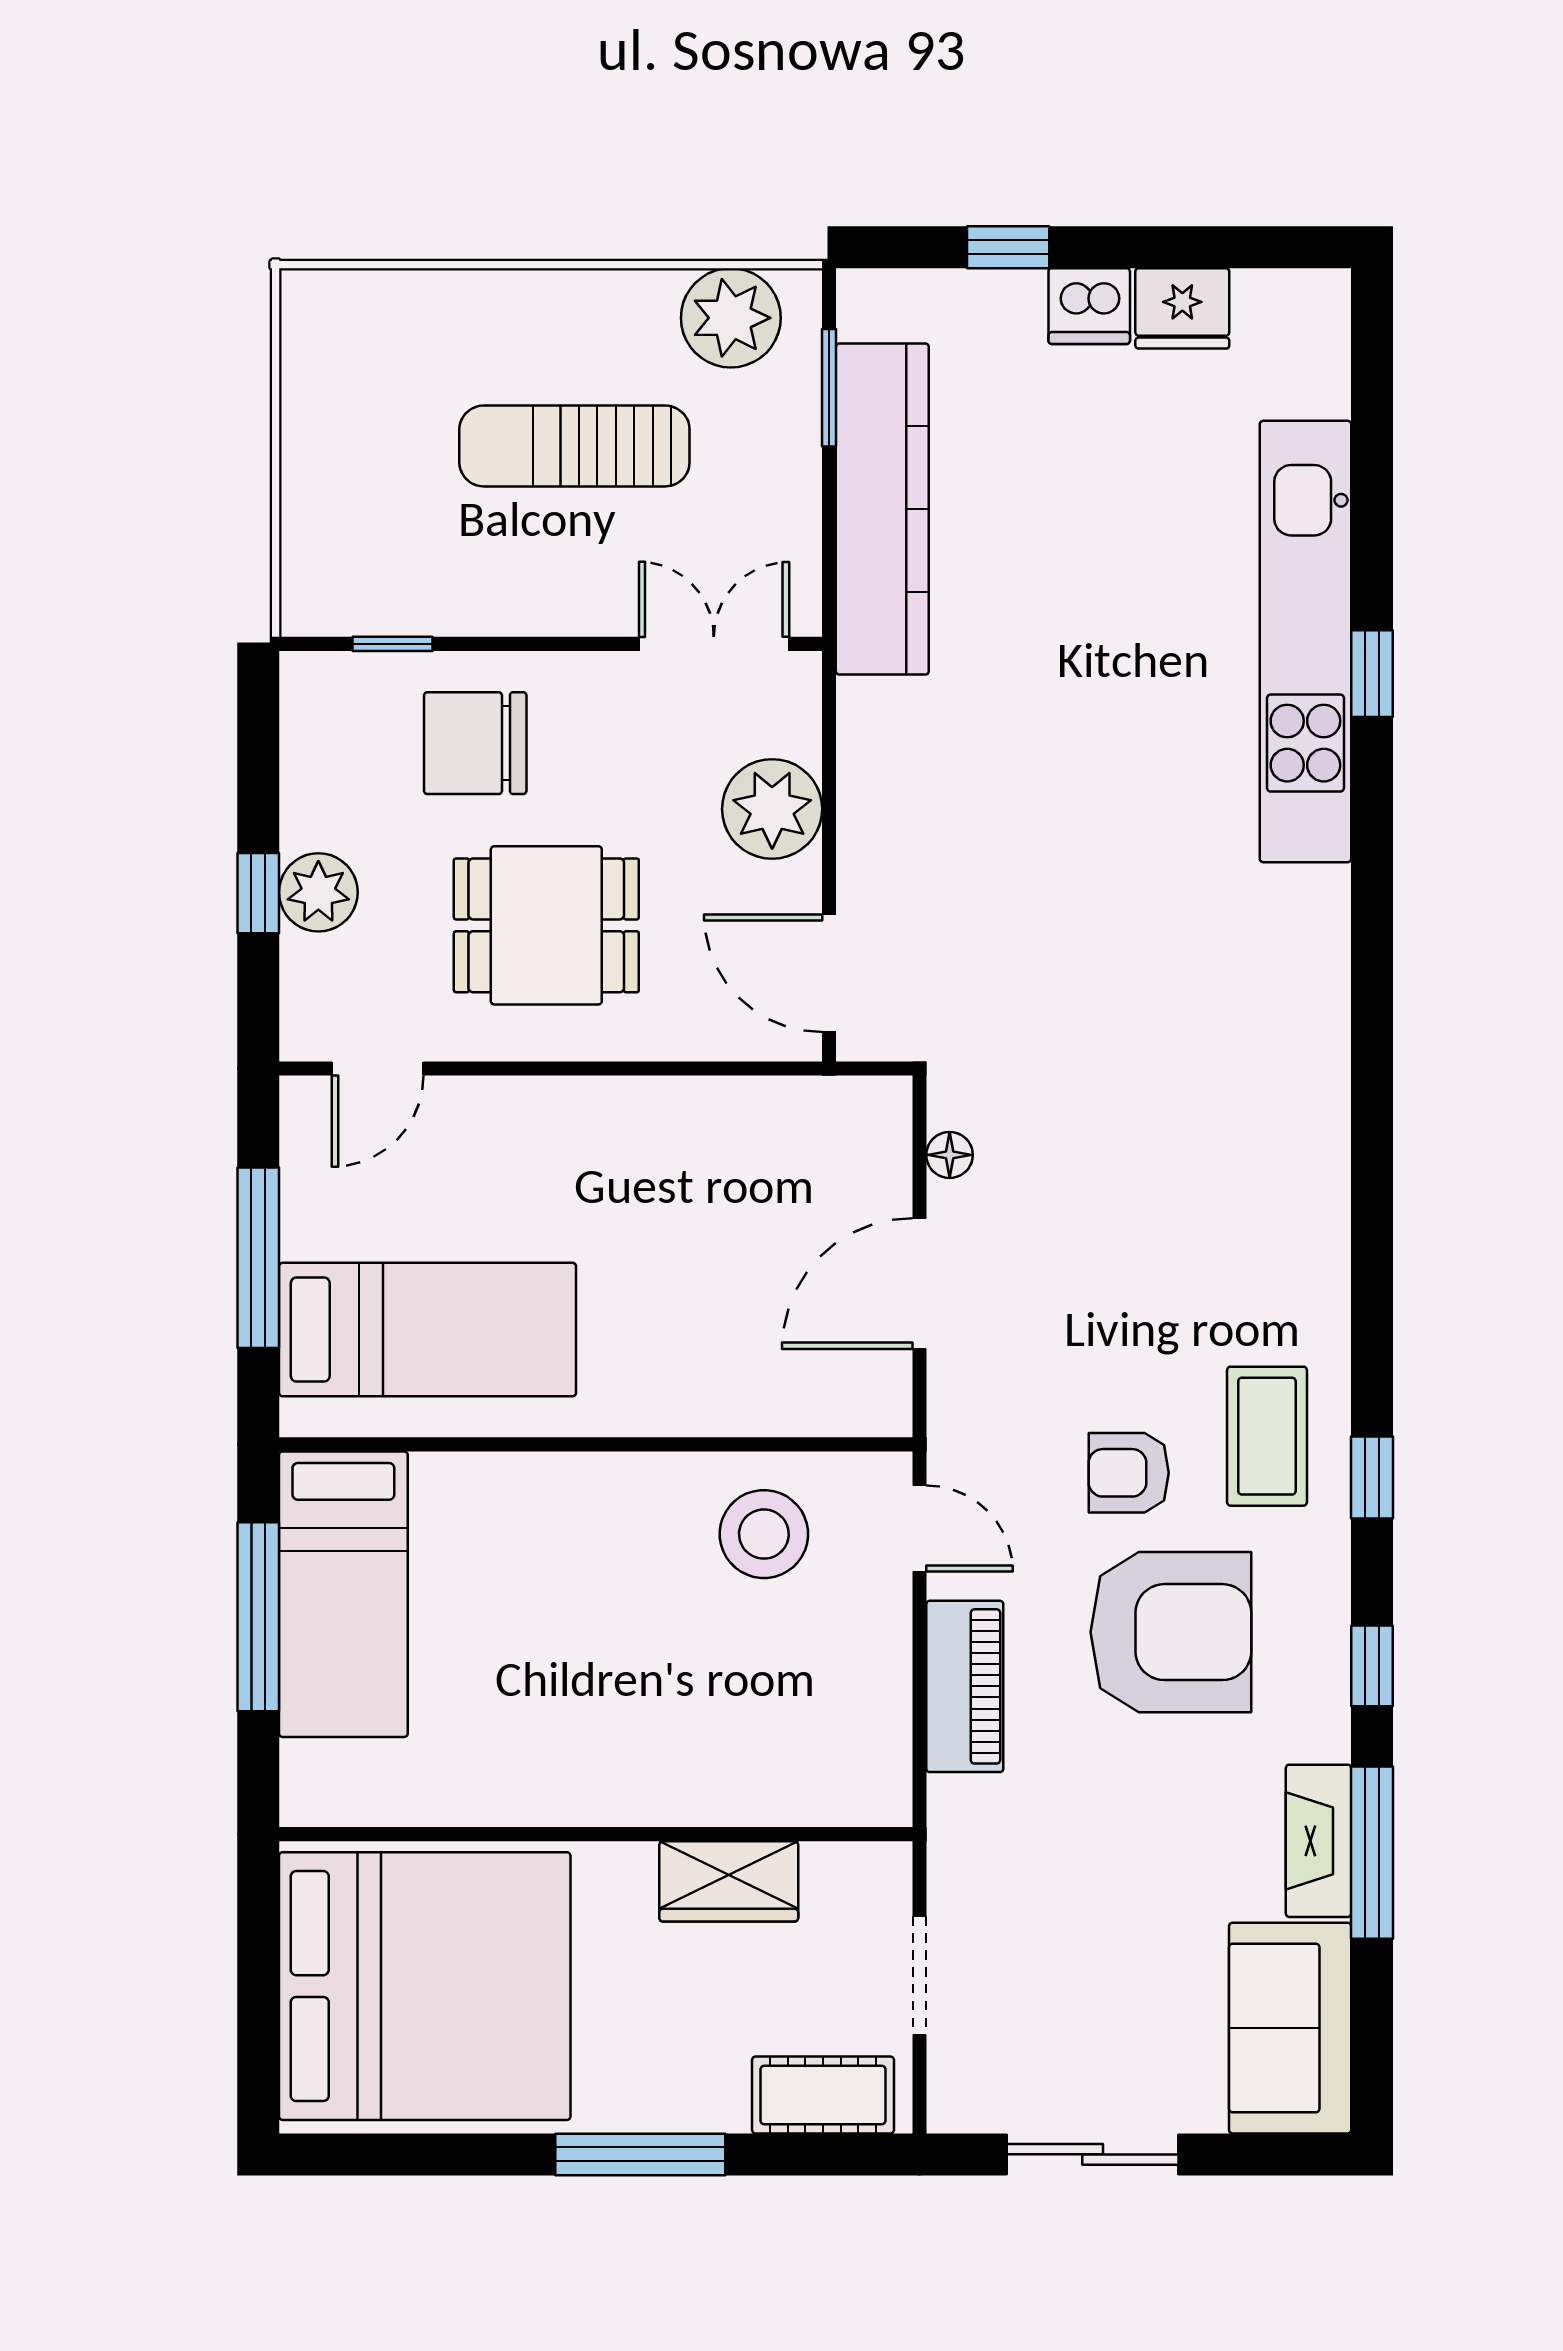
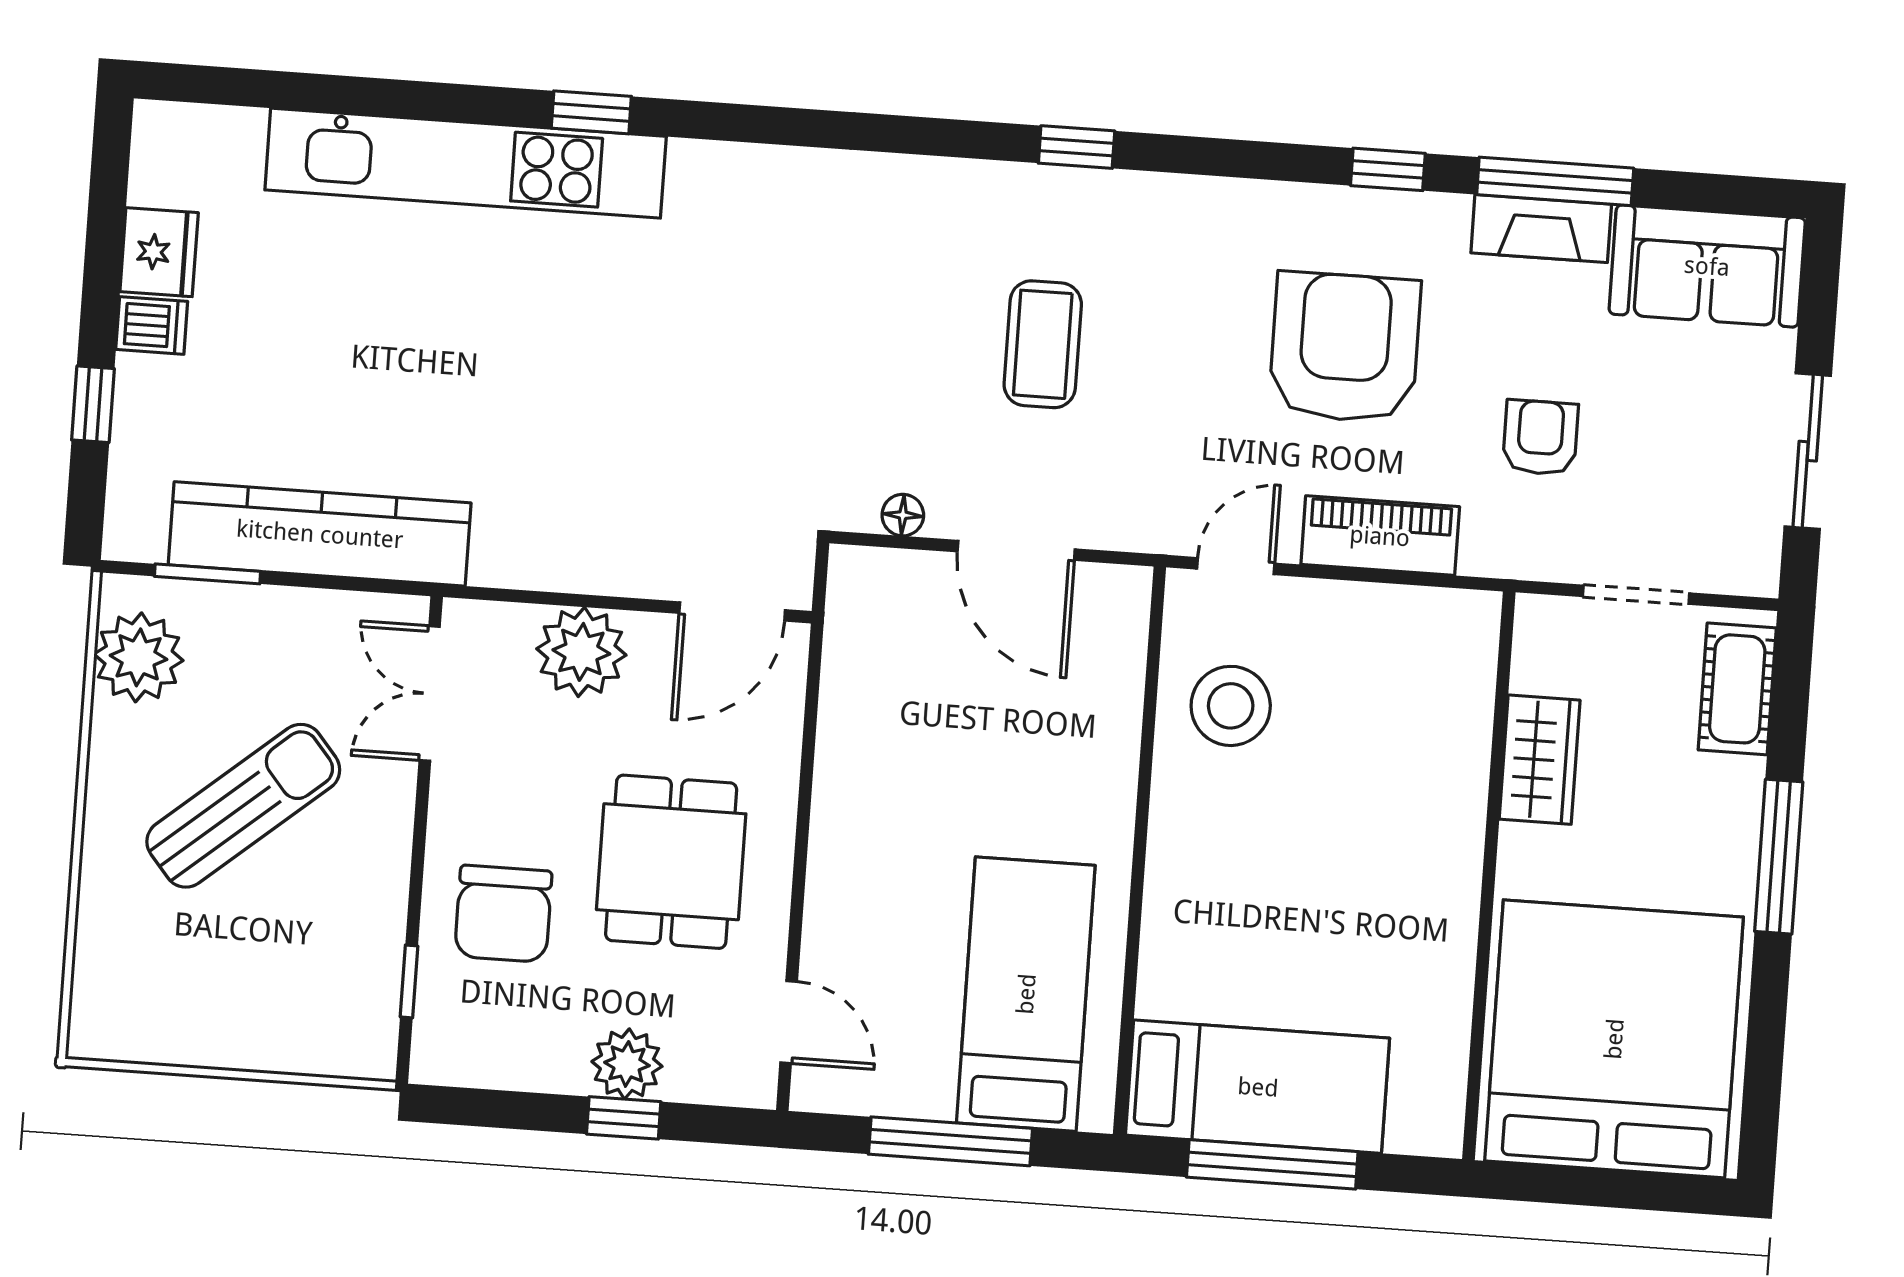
dishwasher: (1089, 306) -> (152, 325), width x0.73
sun lounger: (574, 446) -> (243, 806), turned -130
window: (1372, 674) -> (591, 112), moved
coffee table: (1267, 1436) -> (1043, 344), moved, turned 90
armchair: (1129, 1473) -> (1540, 438), moved, turned 180
window: (1372, 1477) -> (1077, 147), moved

